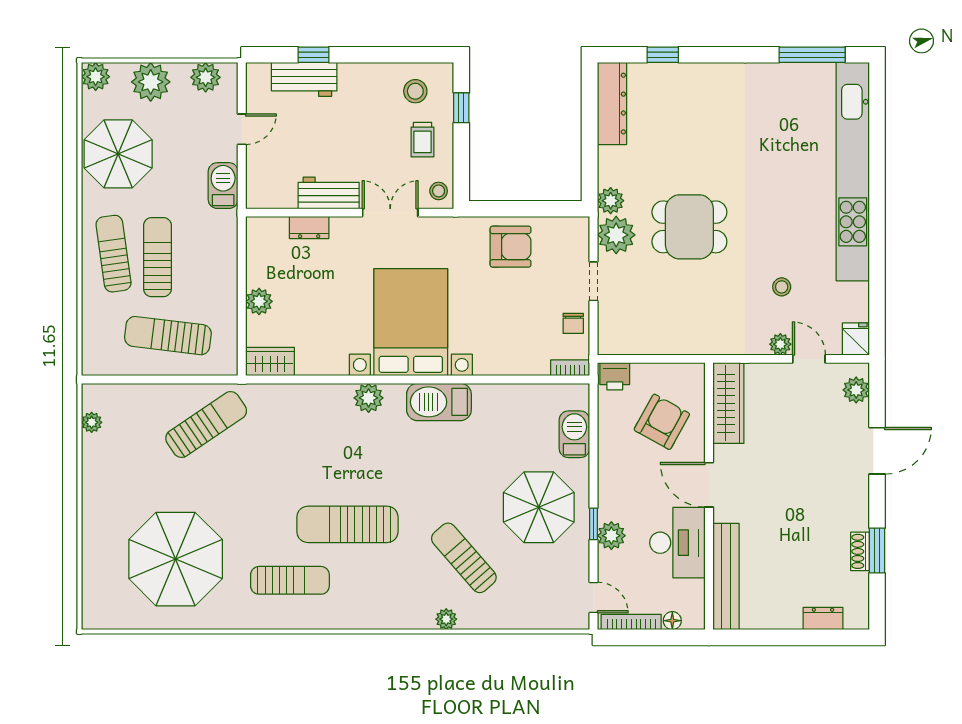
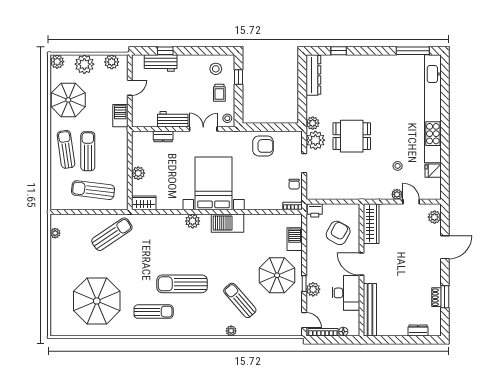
fridge: (856, 339) -> (433, 171), moved, turned -90

